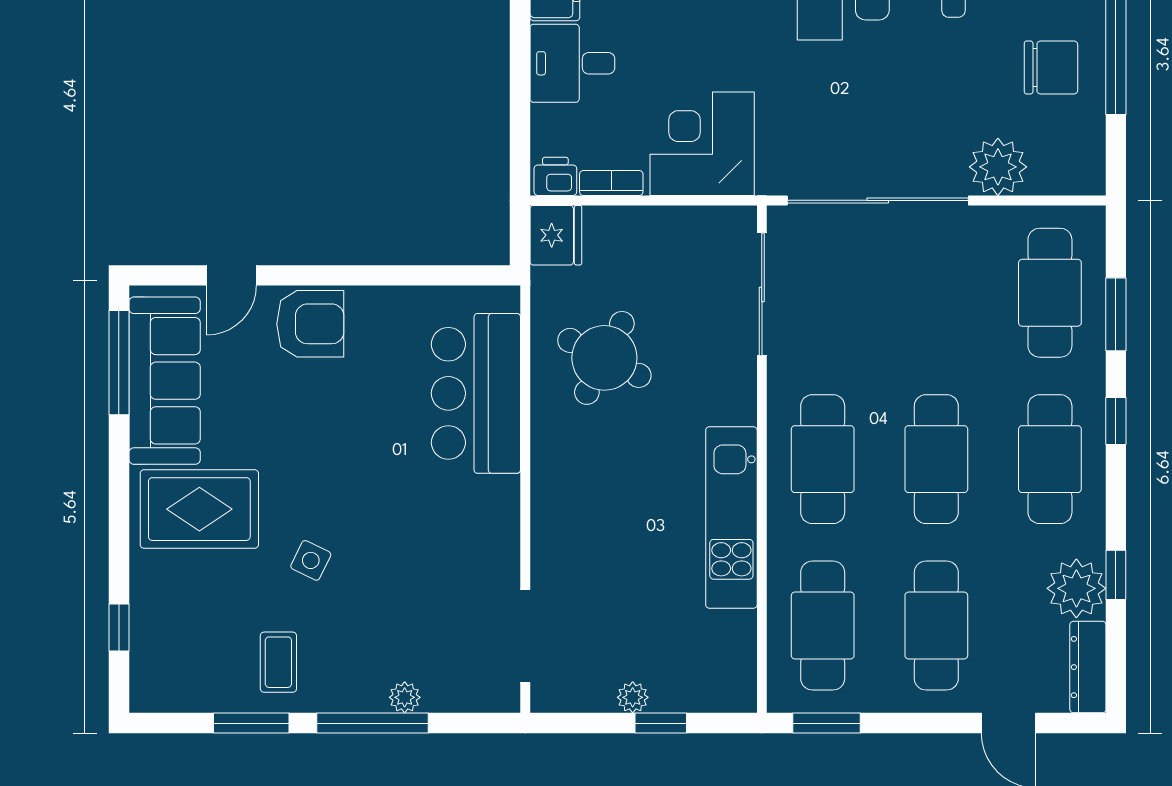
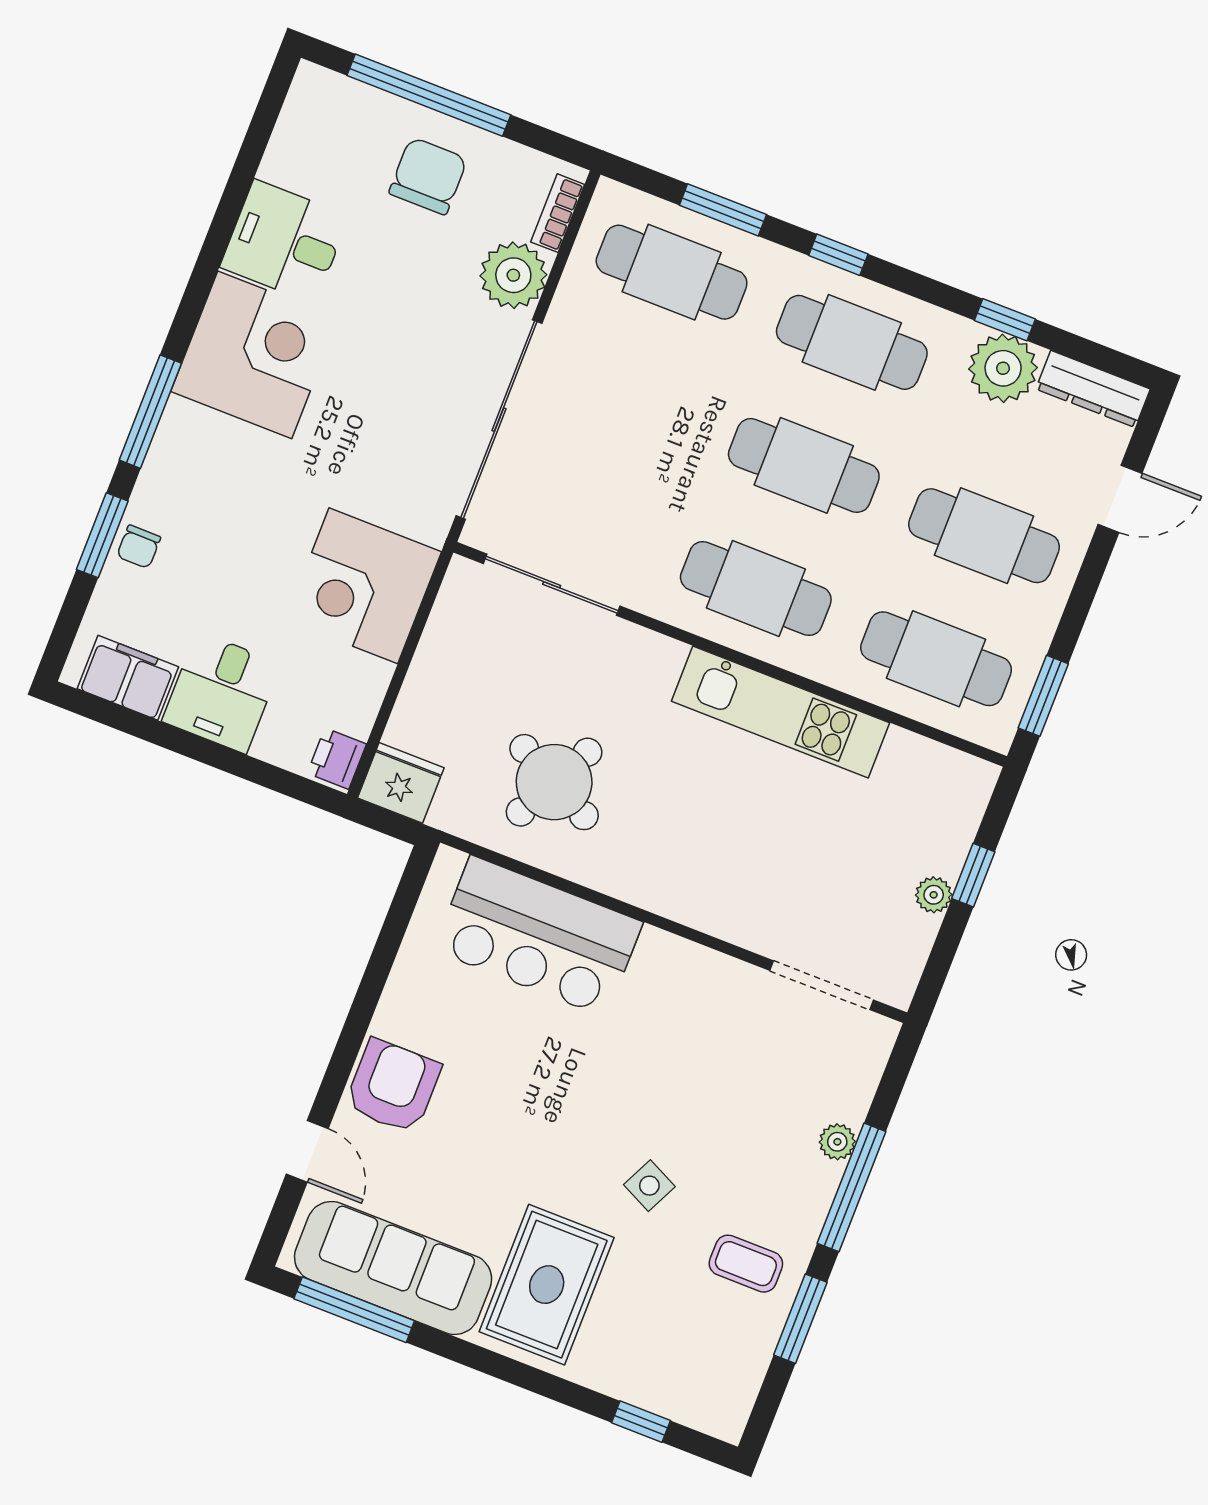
bookcase: (611, 183) -> (558, 213), moved

